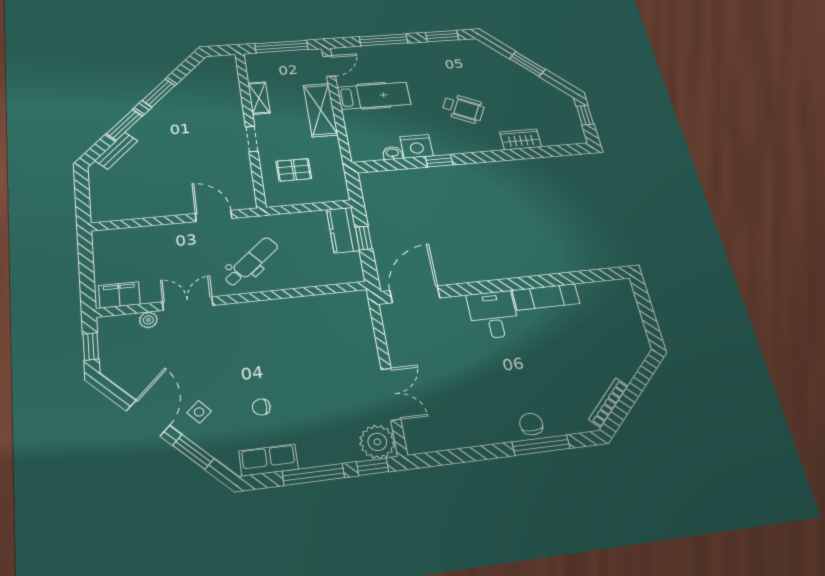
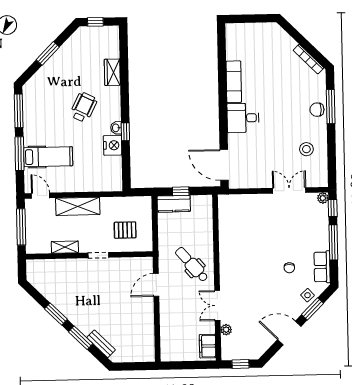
window: (442, 36) -> (19, 111), width x1.44
hospital bed: (374, 96) -> (48, 157), moved, turned 90
washbasin: (392, 153) -> (116, 128), moved
pallet: (294, 170) -> (125, 230), turned 90
side table: (199, 412) -> (308, 295), moved
stool: (463, 414) -> (306, 149), added
plant: (377, 442) -> (323, 198), width x0.53, depth x0.53

